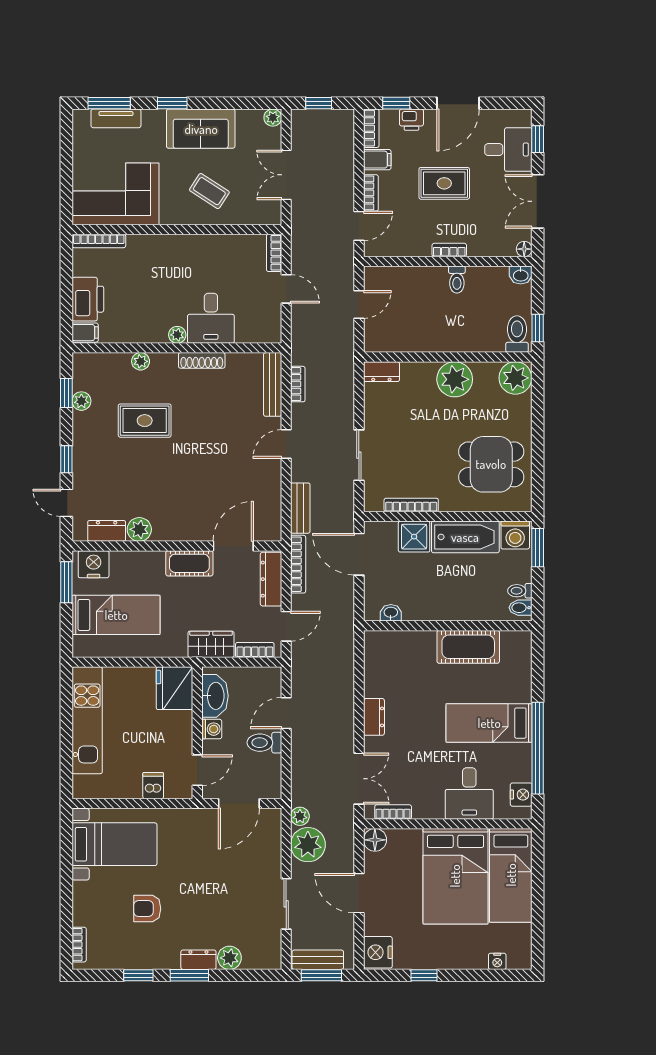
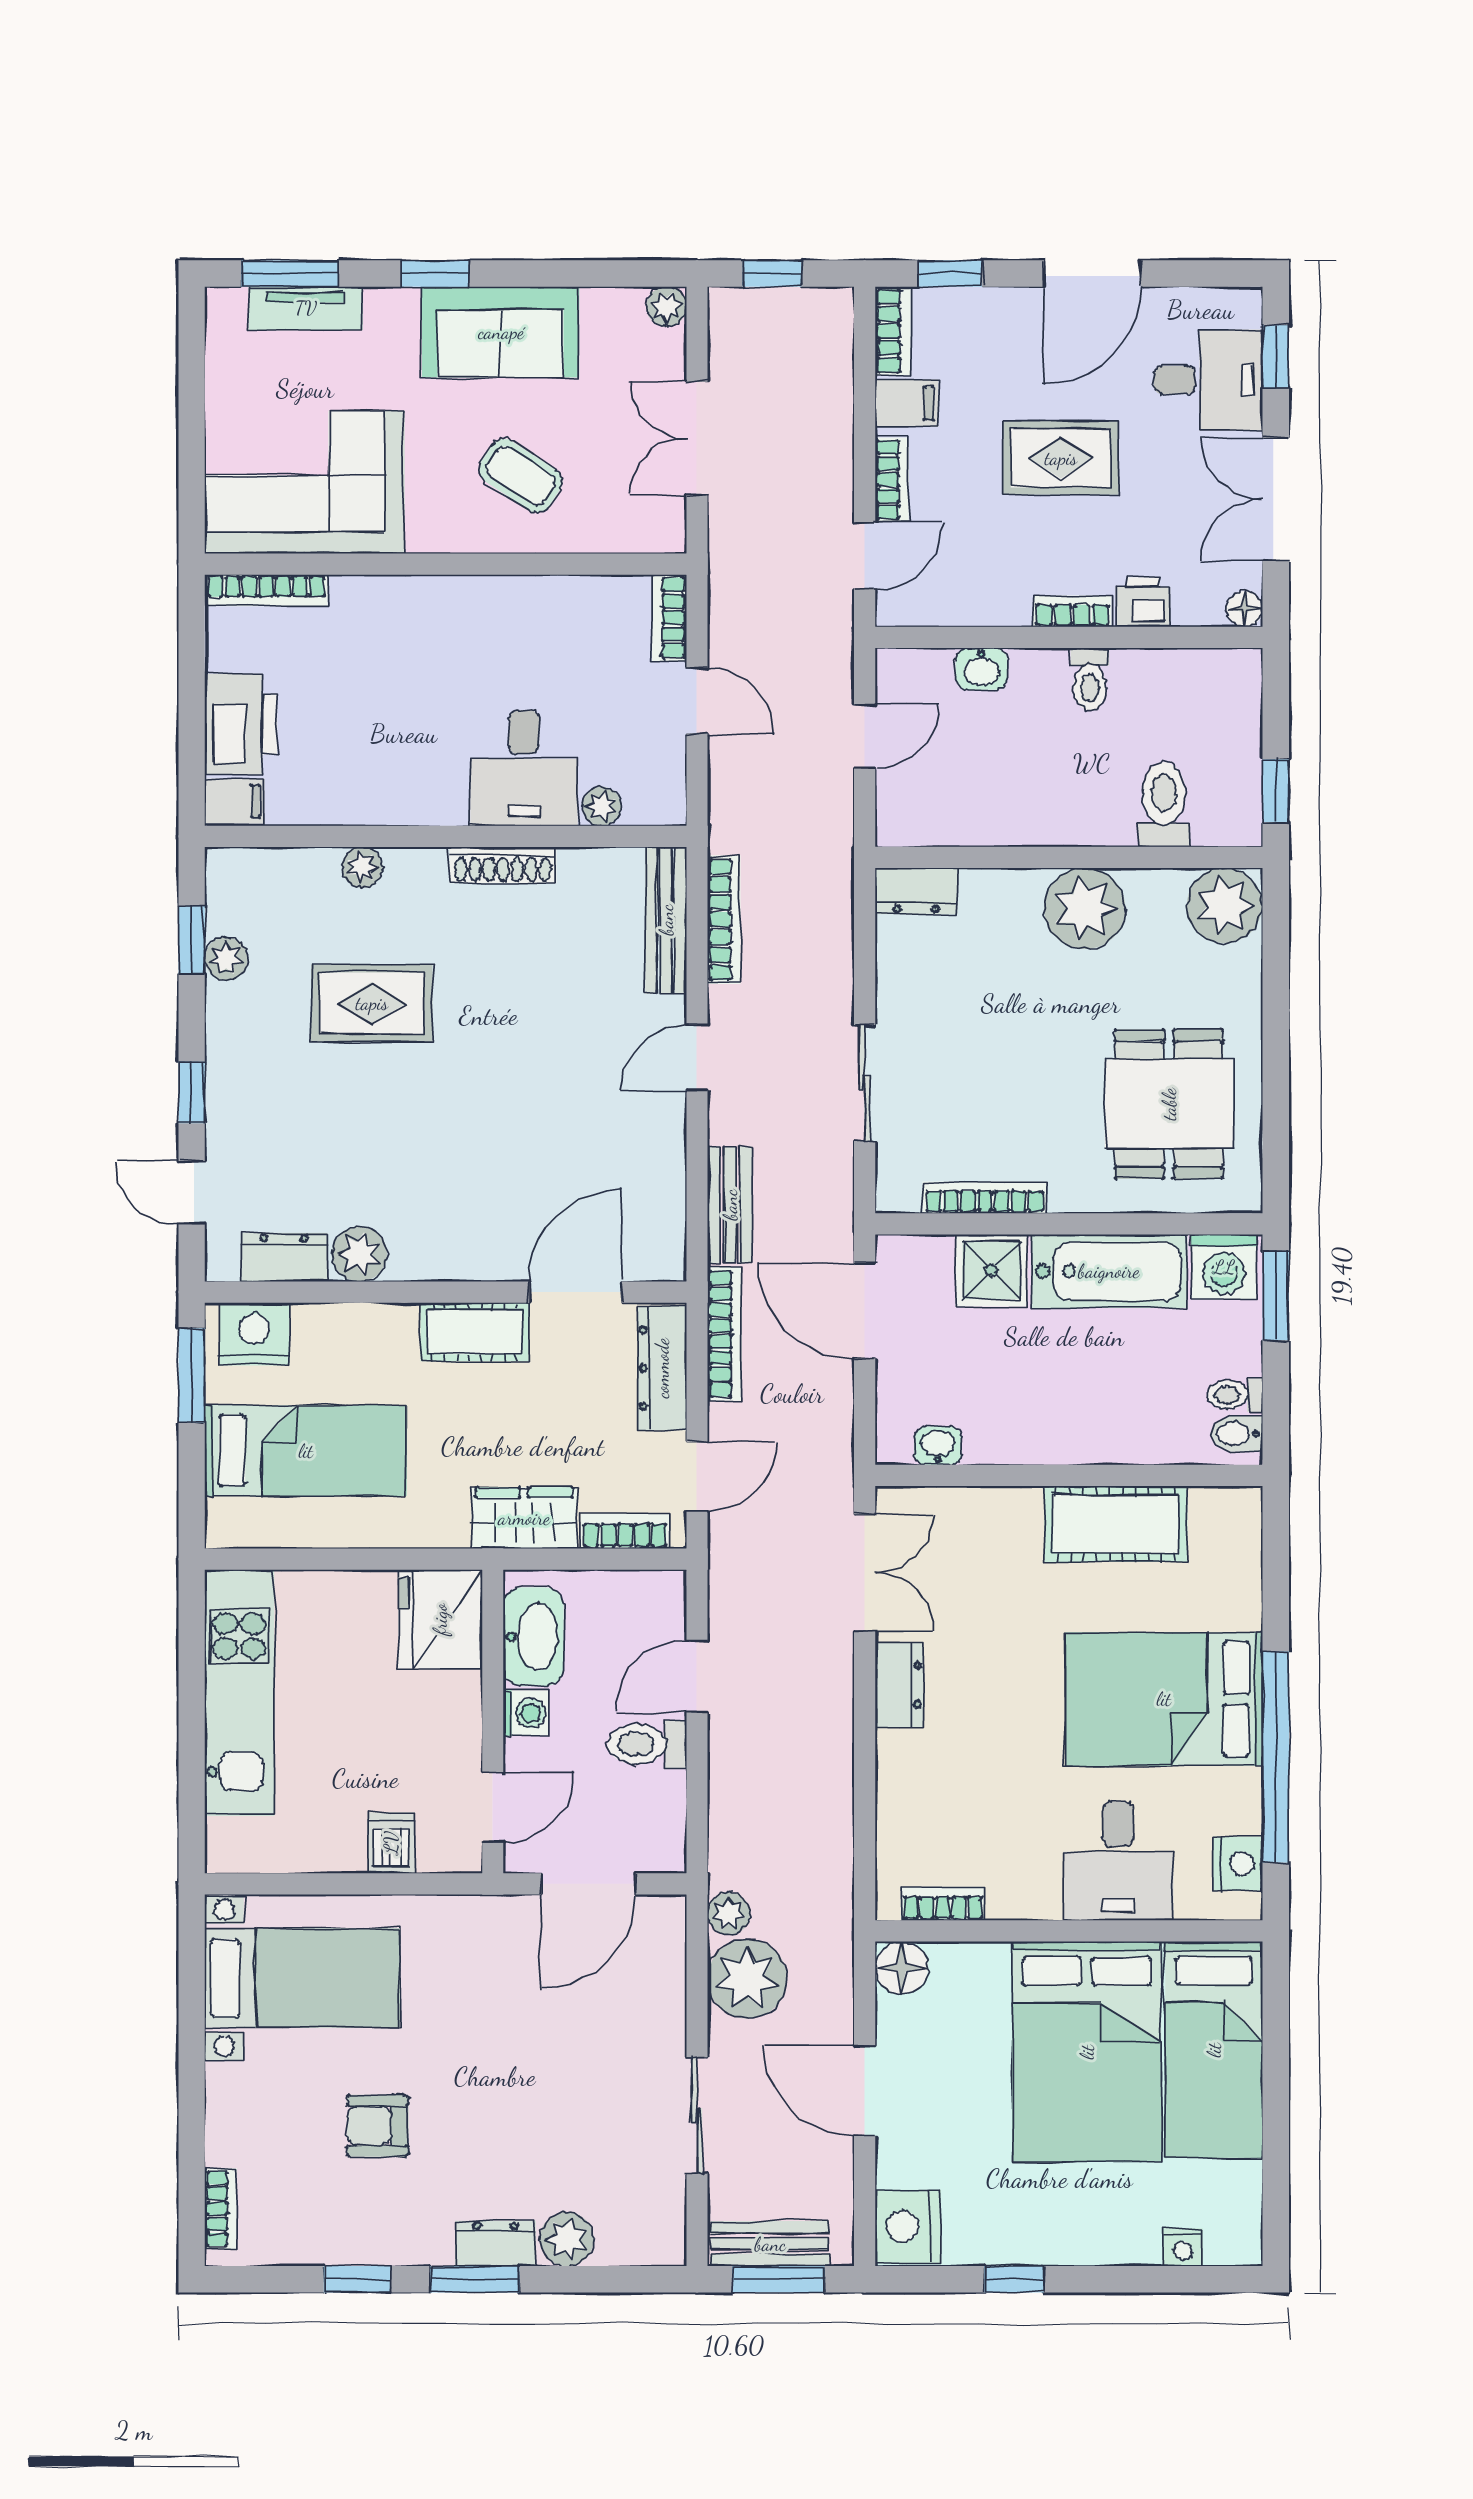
printer: (411, 120) -> (1143, 602), moved, turned 180
washbasin: (521, 275) -> (981, 669), moved
toilet: (517, 334) -> (1164, 804), moved
plant: (177, 335) -> (602, 806), moved
bookcase: (298, 384) -> (724, 920), width x1.56
dining table: (491, 464) -> (1169, 1104), turned 90
bed: (489, 723) -> (1164, 1699), width x1.50
double door: (359, 779) -> (865, 1573), moved

